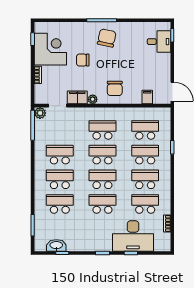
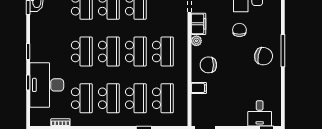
filing cabinet: (147, 97) -> (199, 88), moved

